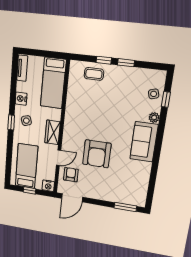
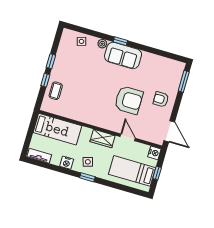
window: (166, 99) -> (120, 41), moved
armchair: (71, 175) -> (161, 99), moved

